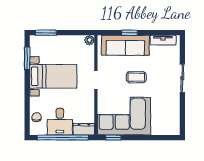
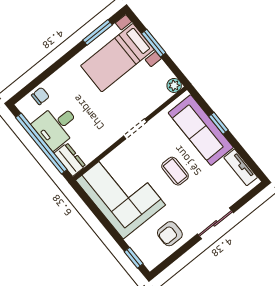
window: (46, 33) -> (154, 43), moved
bed with nightstands: (53, 76) -> (117, 58), moved, turned 90
armchair: (168, 107) -> (170, 234), added
window: (113, 138) -> (134, 258), moved

